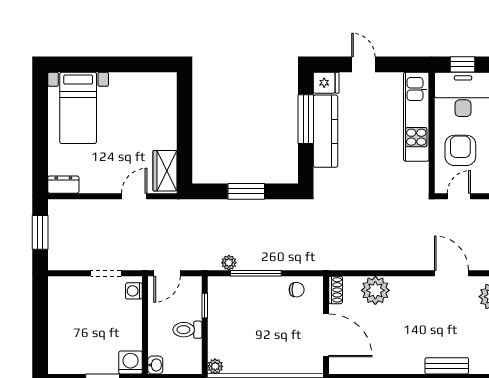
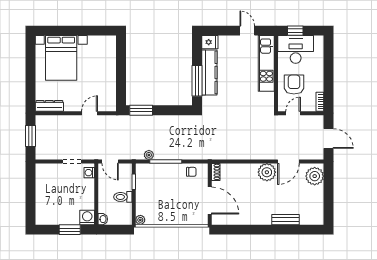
door: (363, 64) -> (247, 31), moved
bed with nightstands: (78, 108) -> (61, 58), width x1.36
window: (306, 119) -> (197, 81), moved
wardrobe: (165, 171) -> (109, 97), removed
dresser: (63, 185) -> (49, 106), width x1.44
window: (246, 191) -> (141, 110), moved
door: (167, 273) -> (110, 161), hinge flipped
door: (452, 273) -> (288, 161), swing flipped
plant: (375, 290) -> (267, 172), moved

